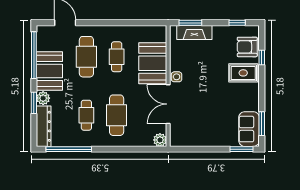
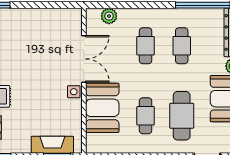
cafe table: (117, 115) -> (146, 46), width x0.73, depth x0.74
plant: (160, 140) -> (109, 16), moved

